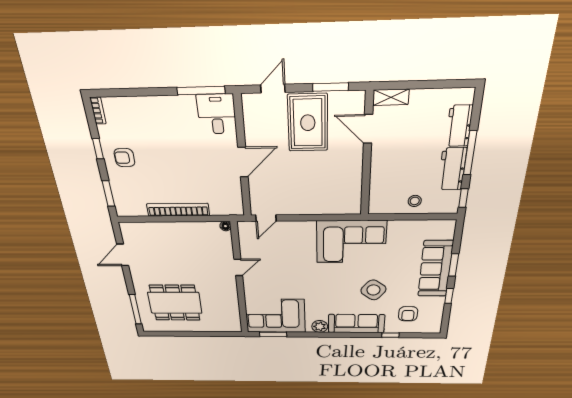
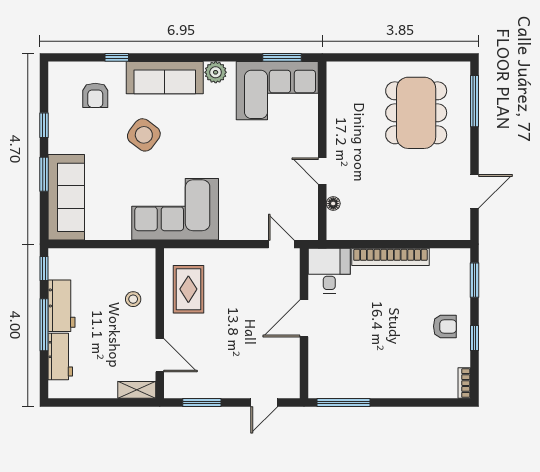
desk: (217, 114) -> (329, 271), moved, turned 180
rug: (308, 123) -> (188, 289), moved, width x0.73, depth x0.70
stool: (415, 201) -> (133, 299), moved
door: (266, 218) -> (281, 244), hinge flipped
floor lamp: (225, 226) -> (333, 204), moved
door: (238, 267) -> (322, 171), hinge flipped
sofa: (435, 269) -> (66, 197), moved
dining table: (175, 303) -> (416, 113), turned 90
armchair: (408, 314) -> (95, 95), turned 180

